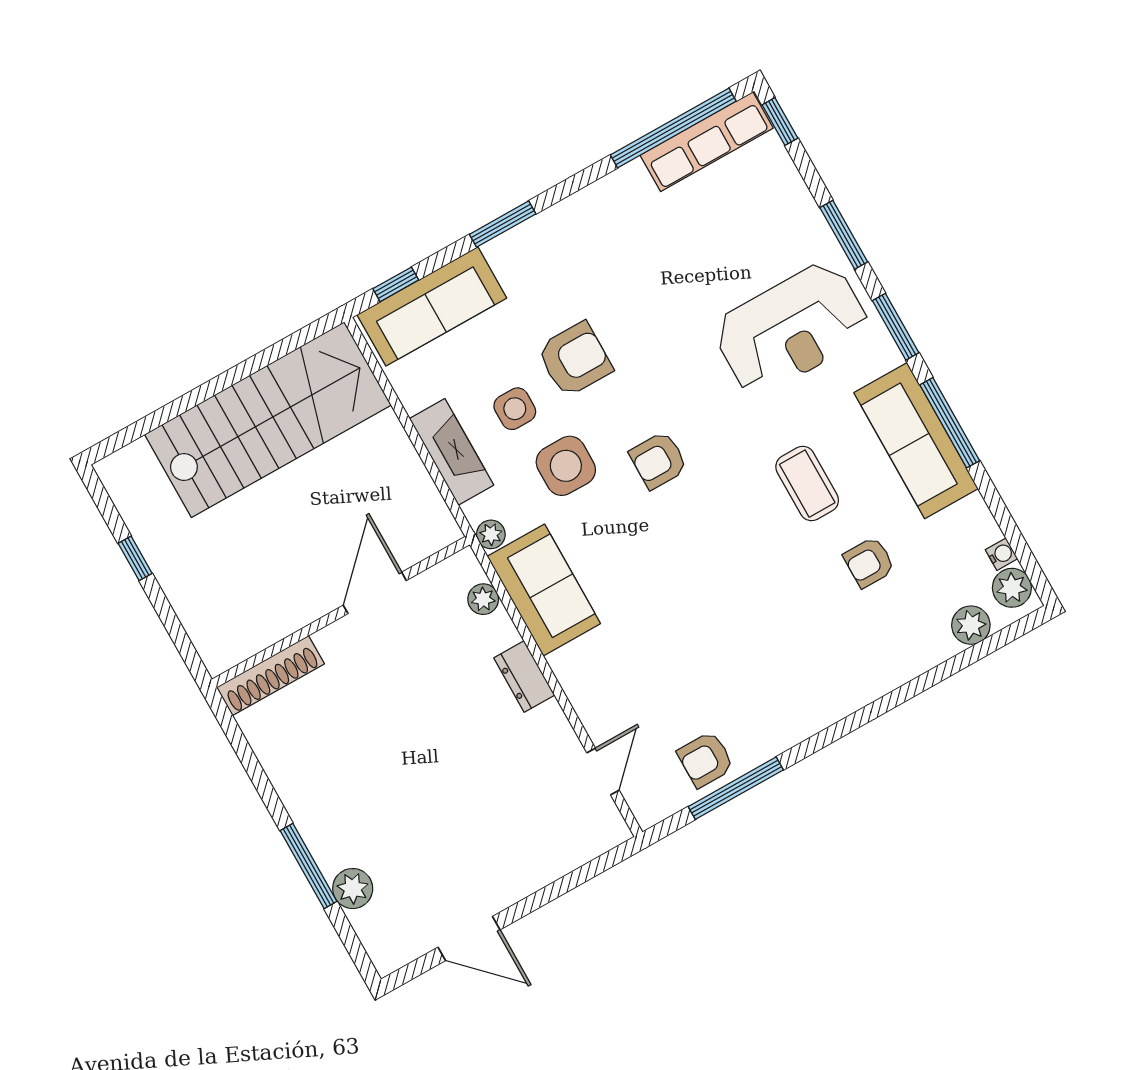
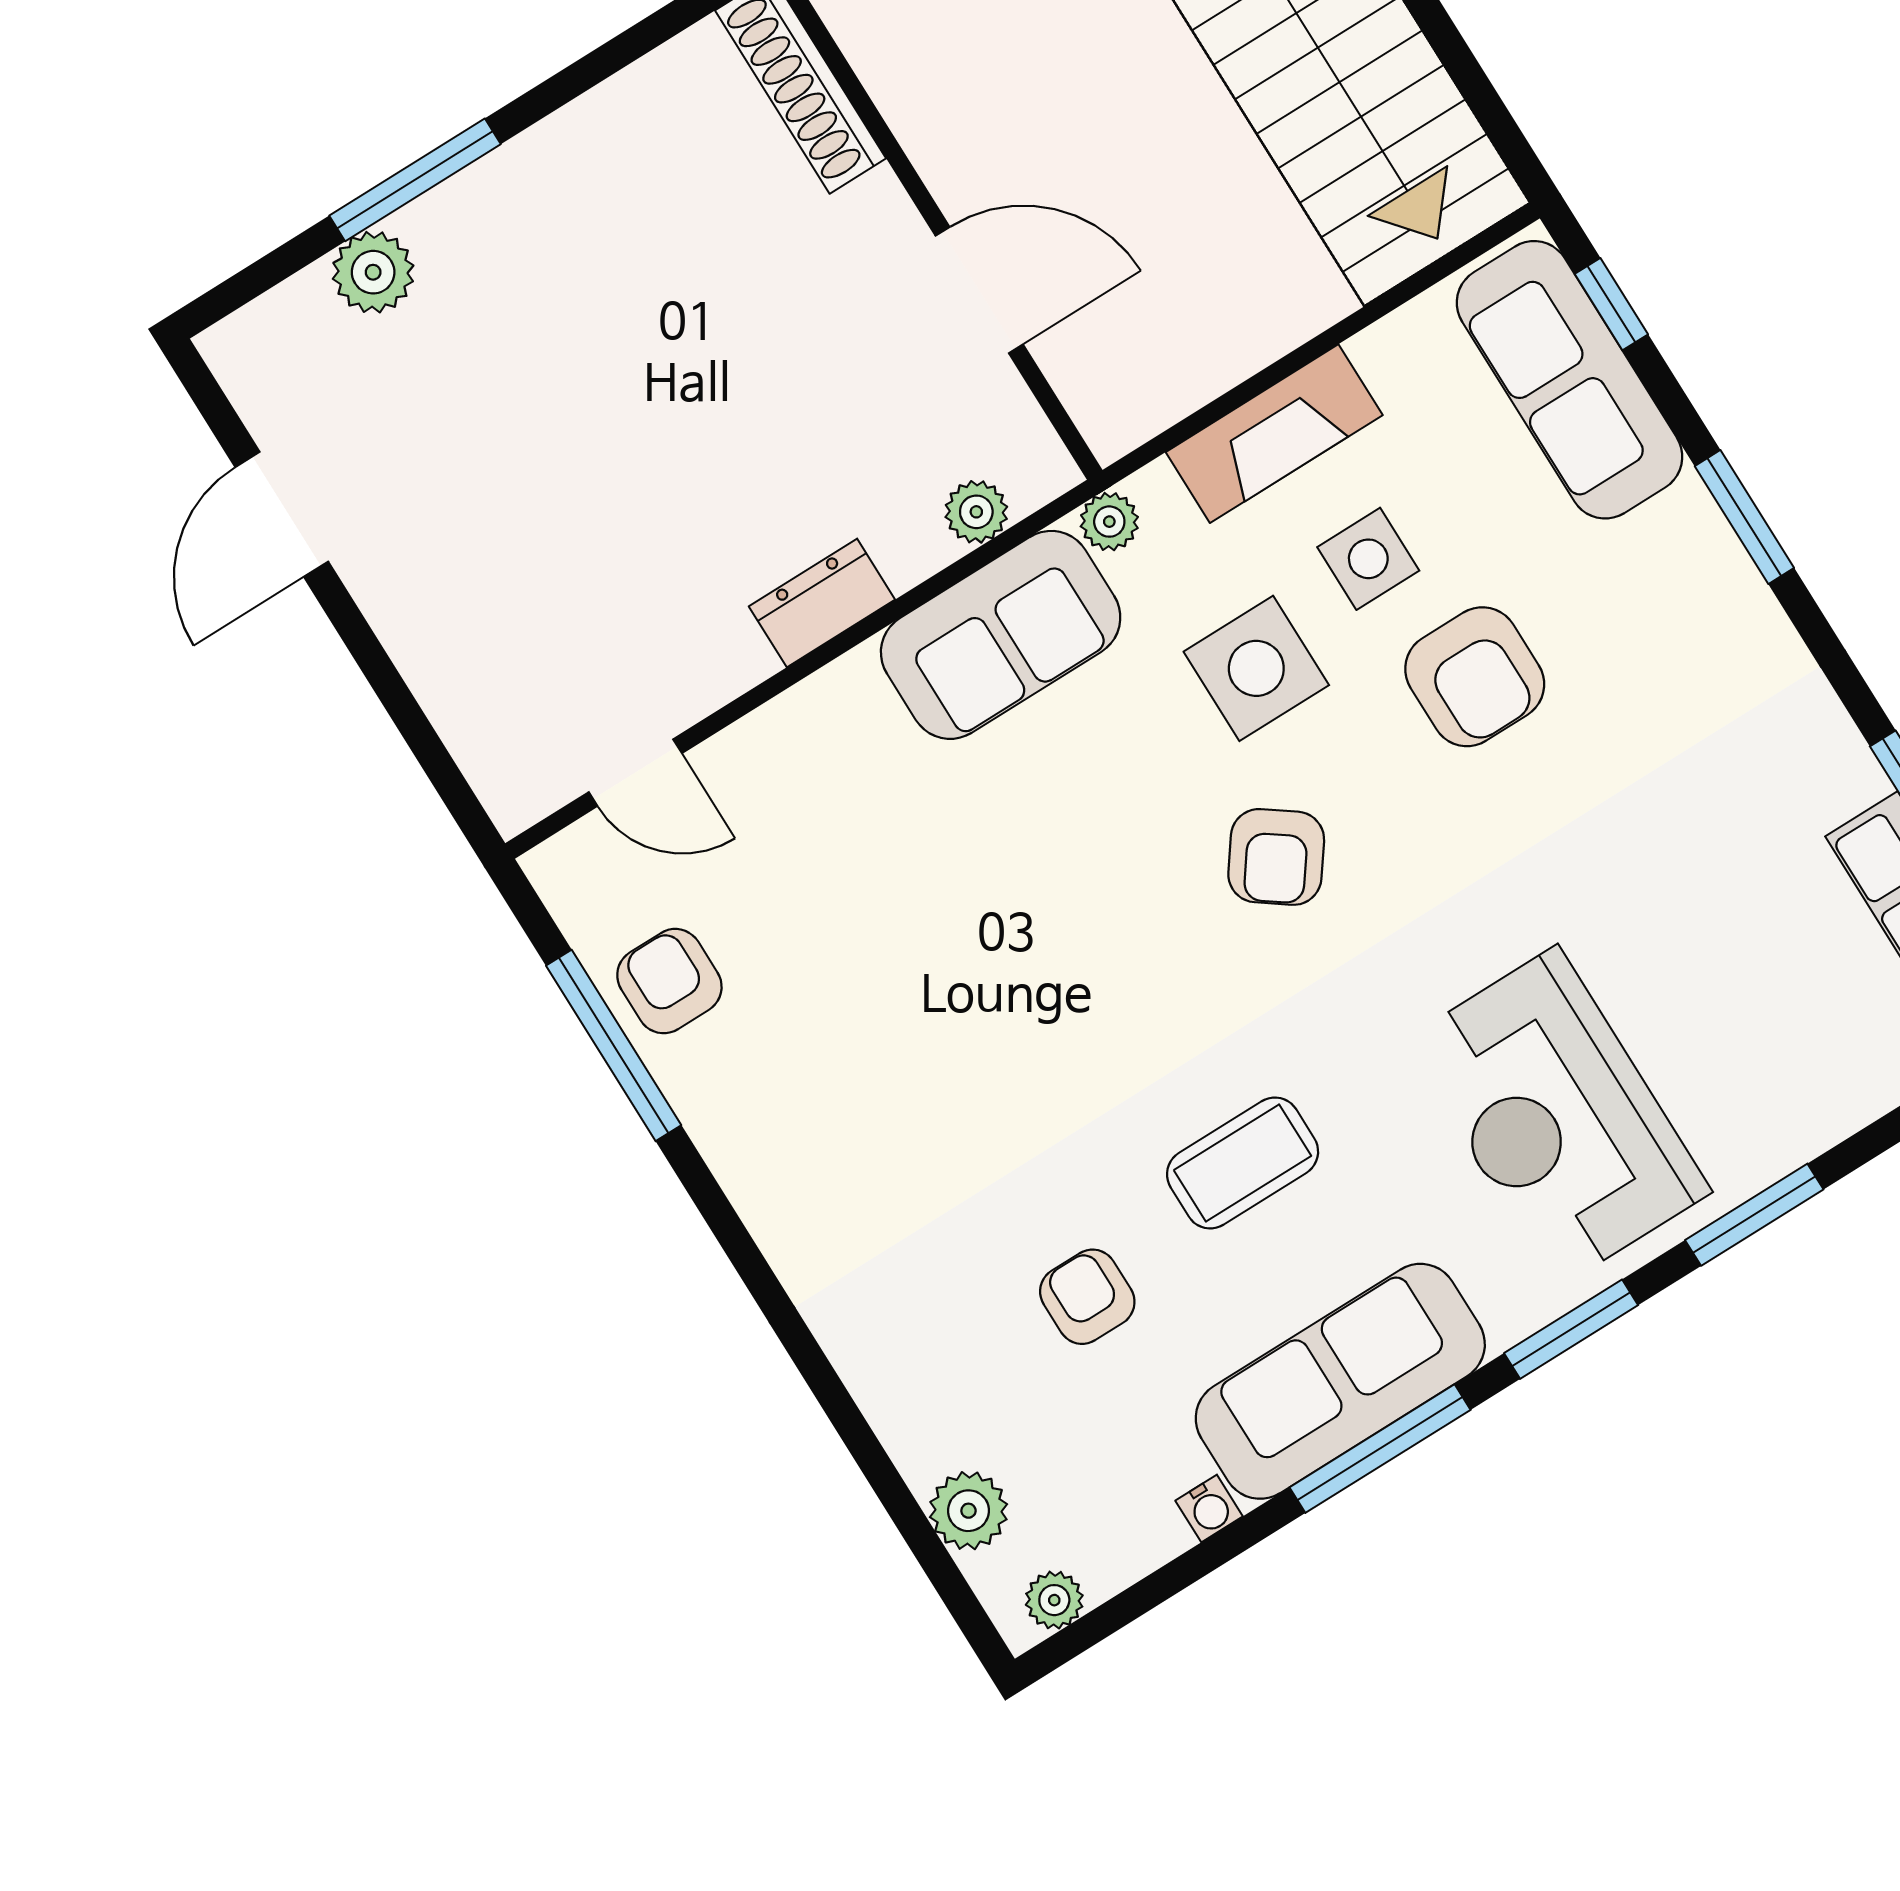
armchair: (658, 460) -> (1276, 857), turned -144
water cooler: (1001, 554) -> (1209, 1508), moved
plant: (1012, 588) -> (1054, 1600), width x0.73, depth x0.73

